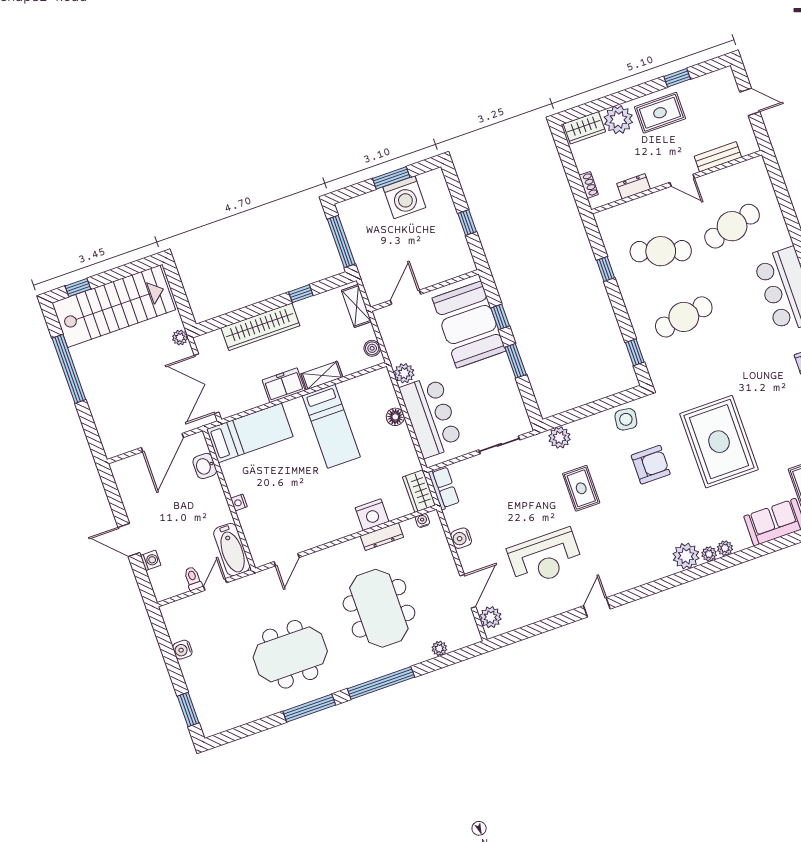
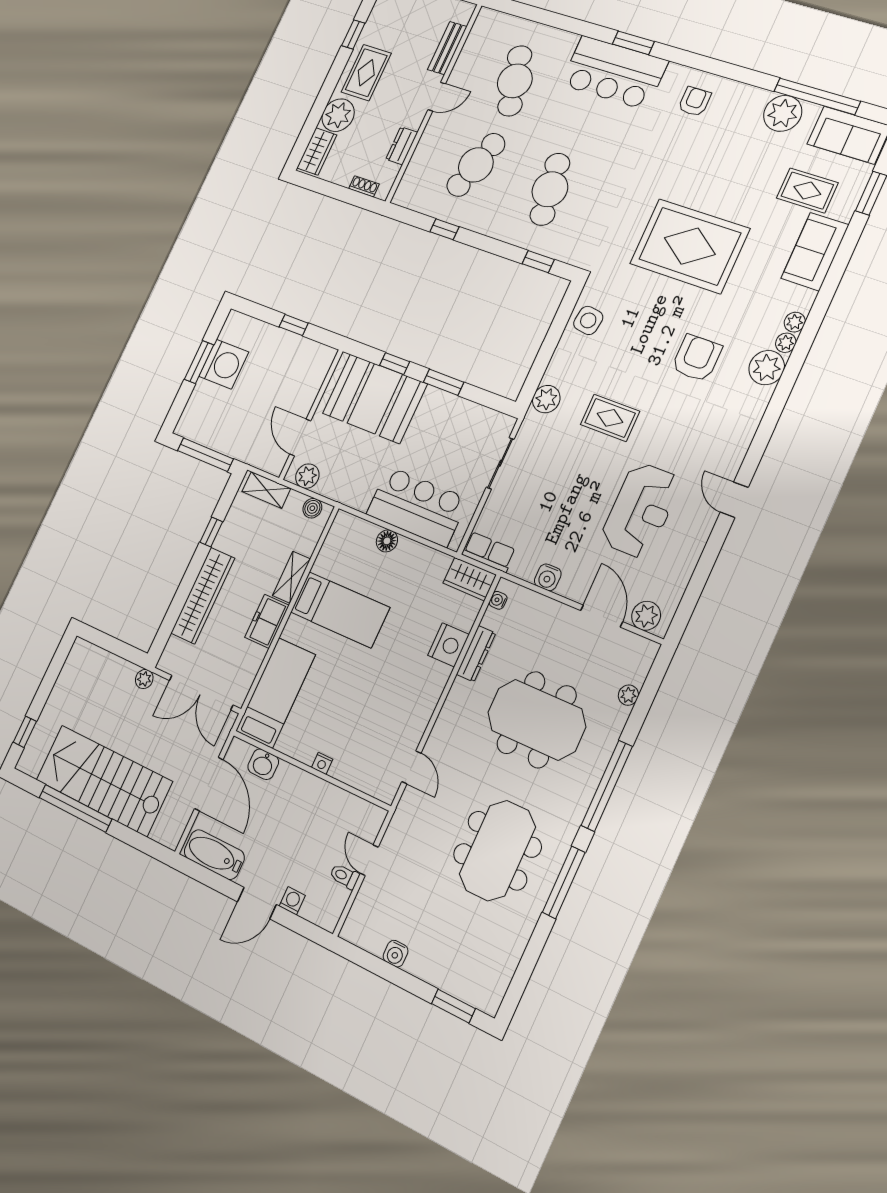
stairs: (114, 306) -> (104, 781), moved, turned -90
plant: (404, 373) -> (307, 476), moved
armchair: (651, 465) -> (697, 358), moved
bathtub: (232, 550) -> (214, 855), moved, turned 180

